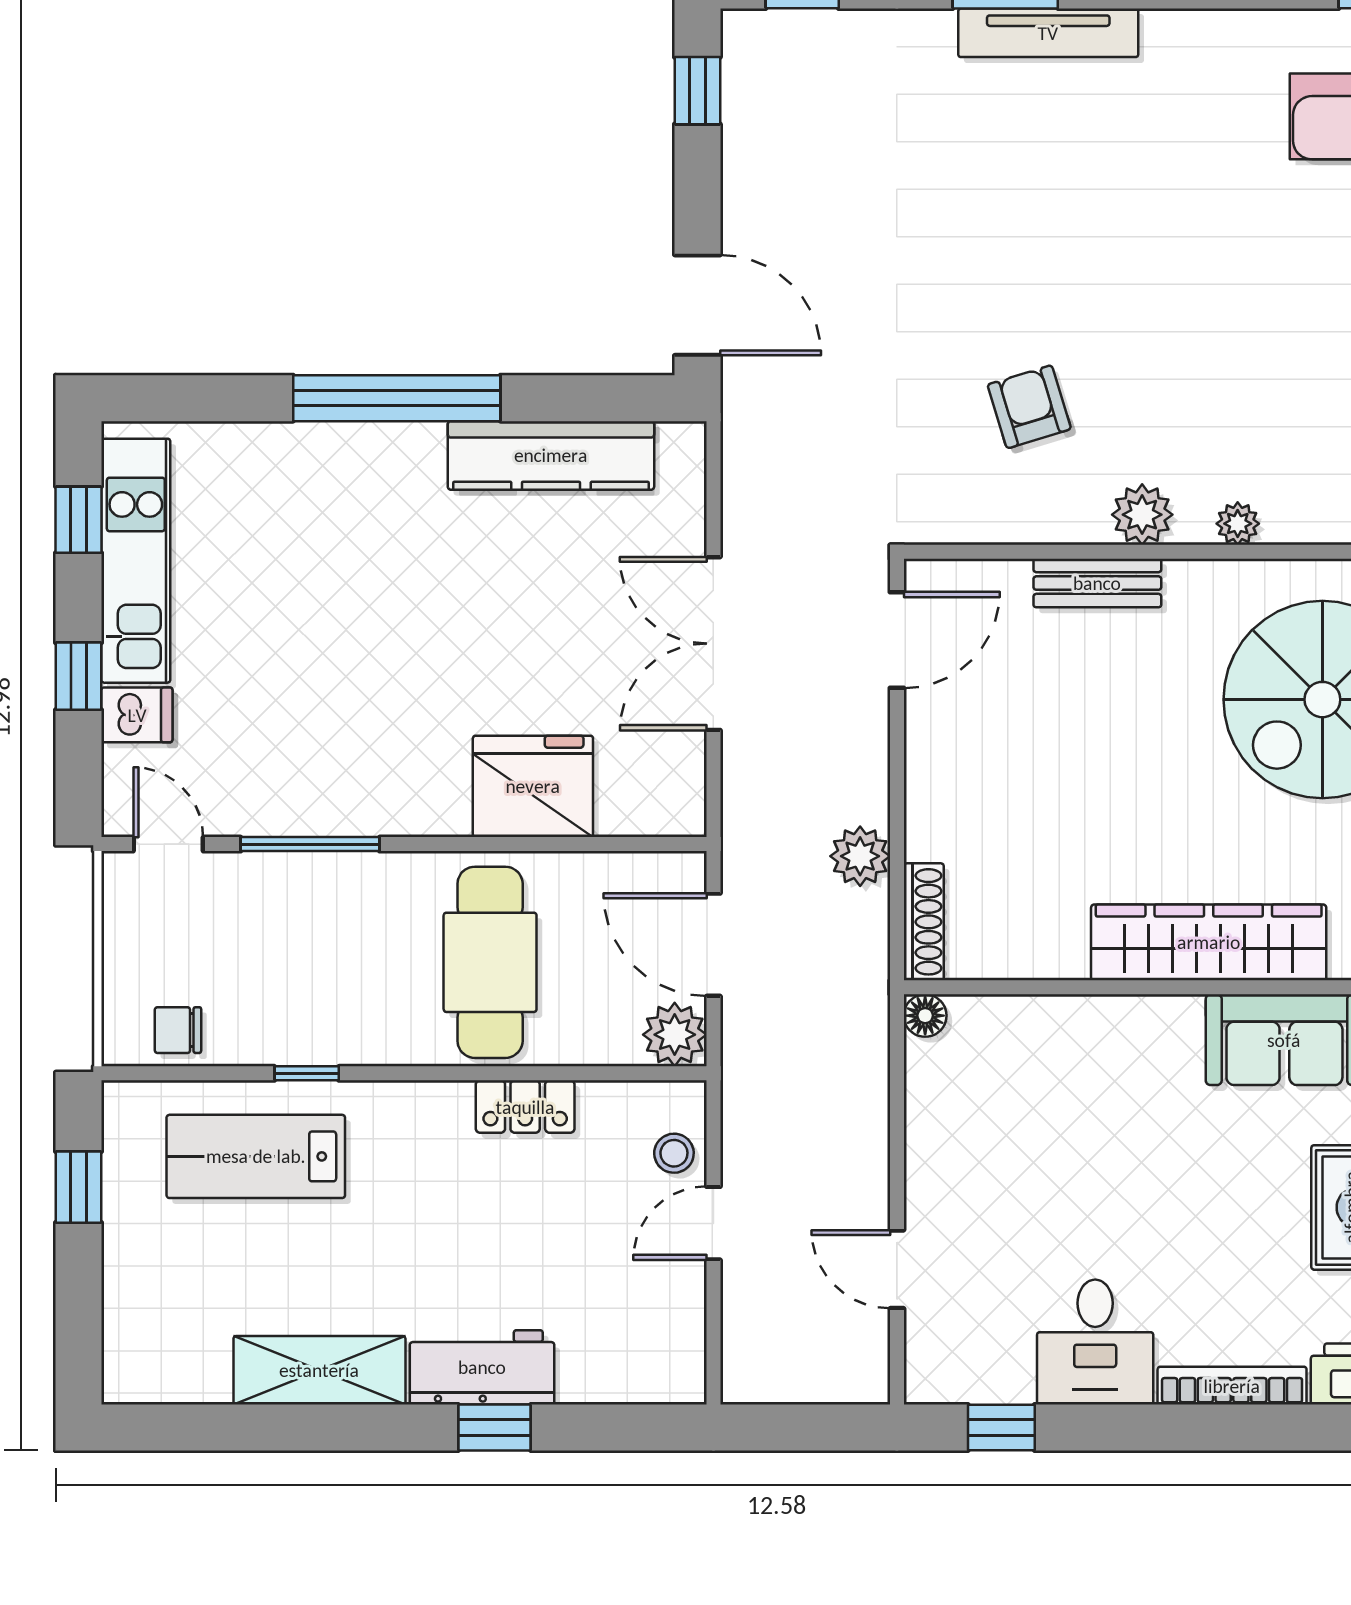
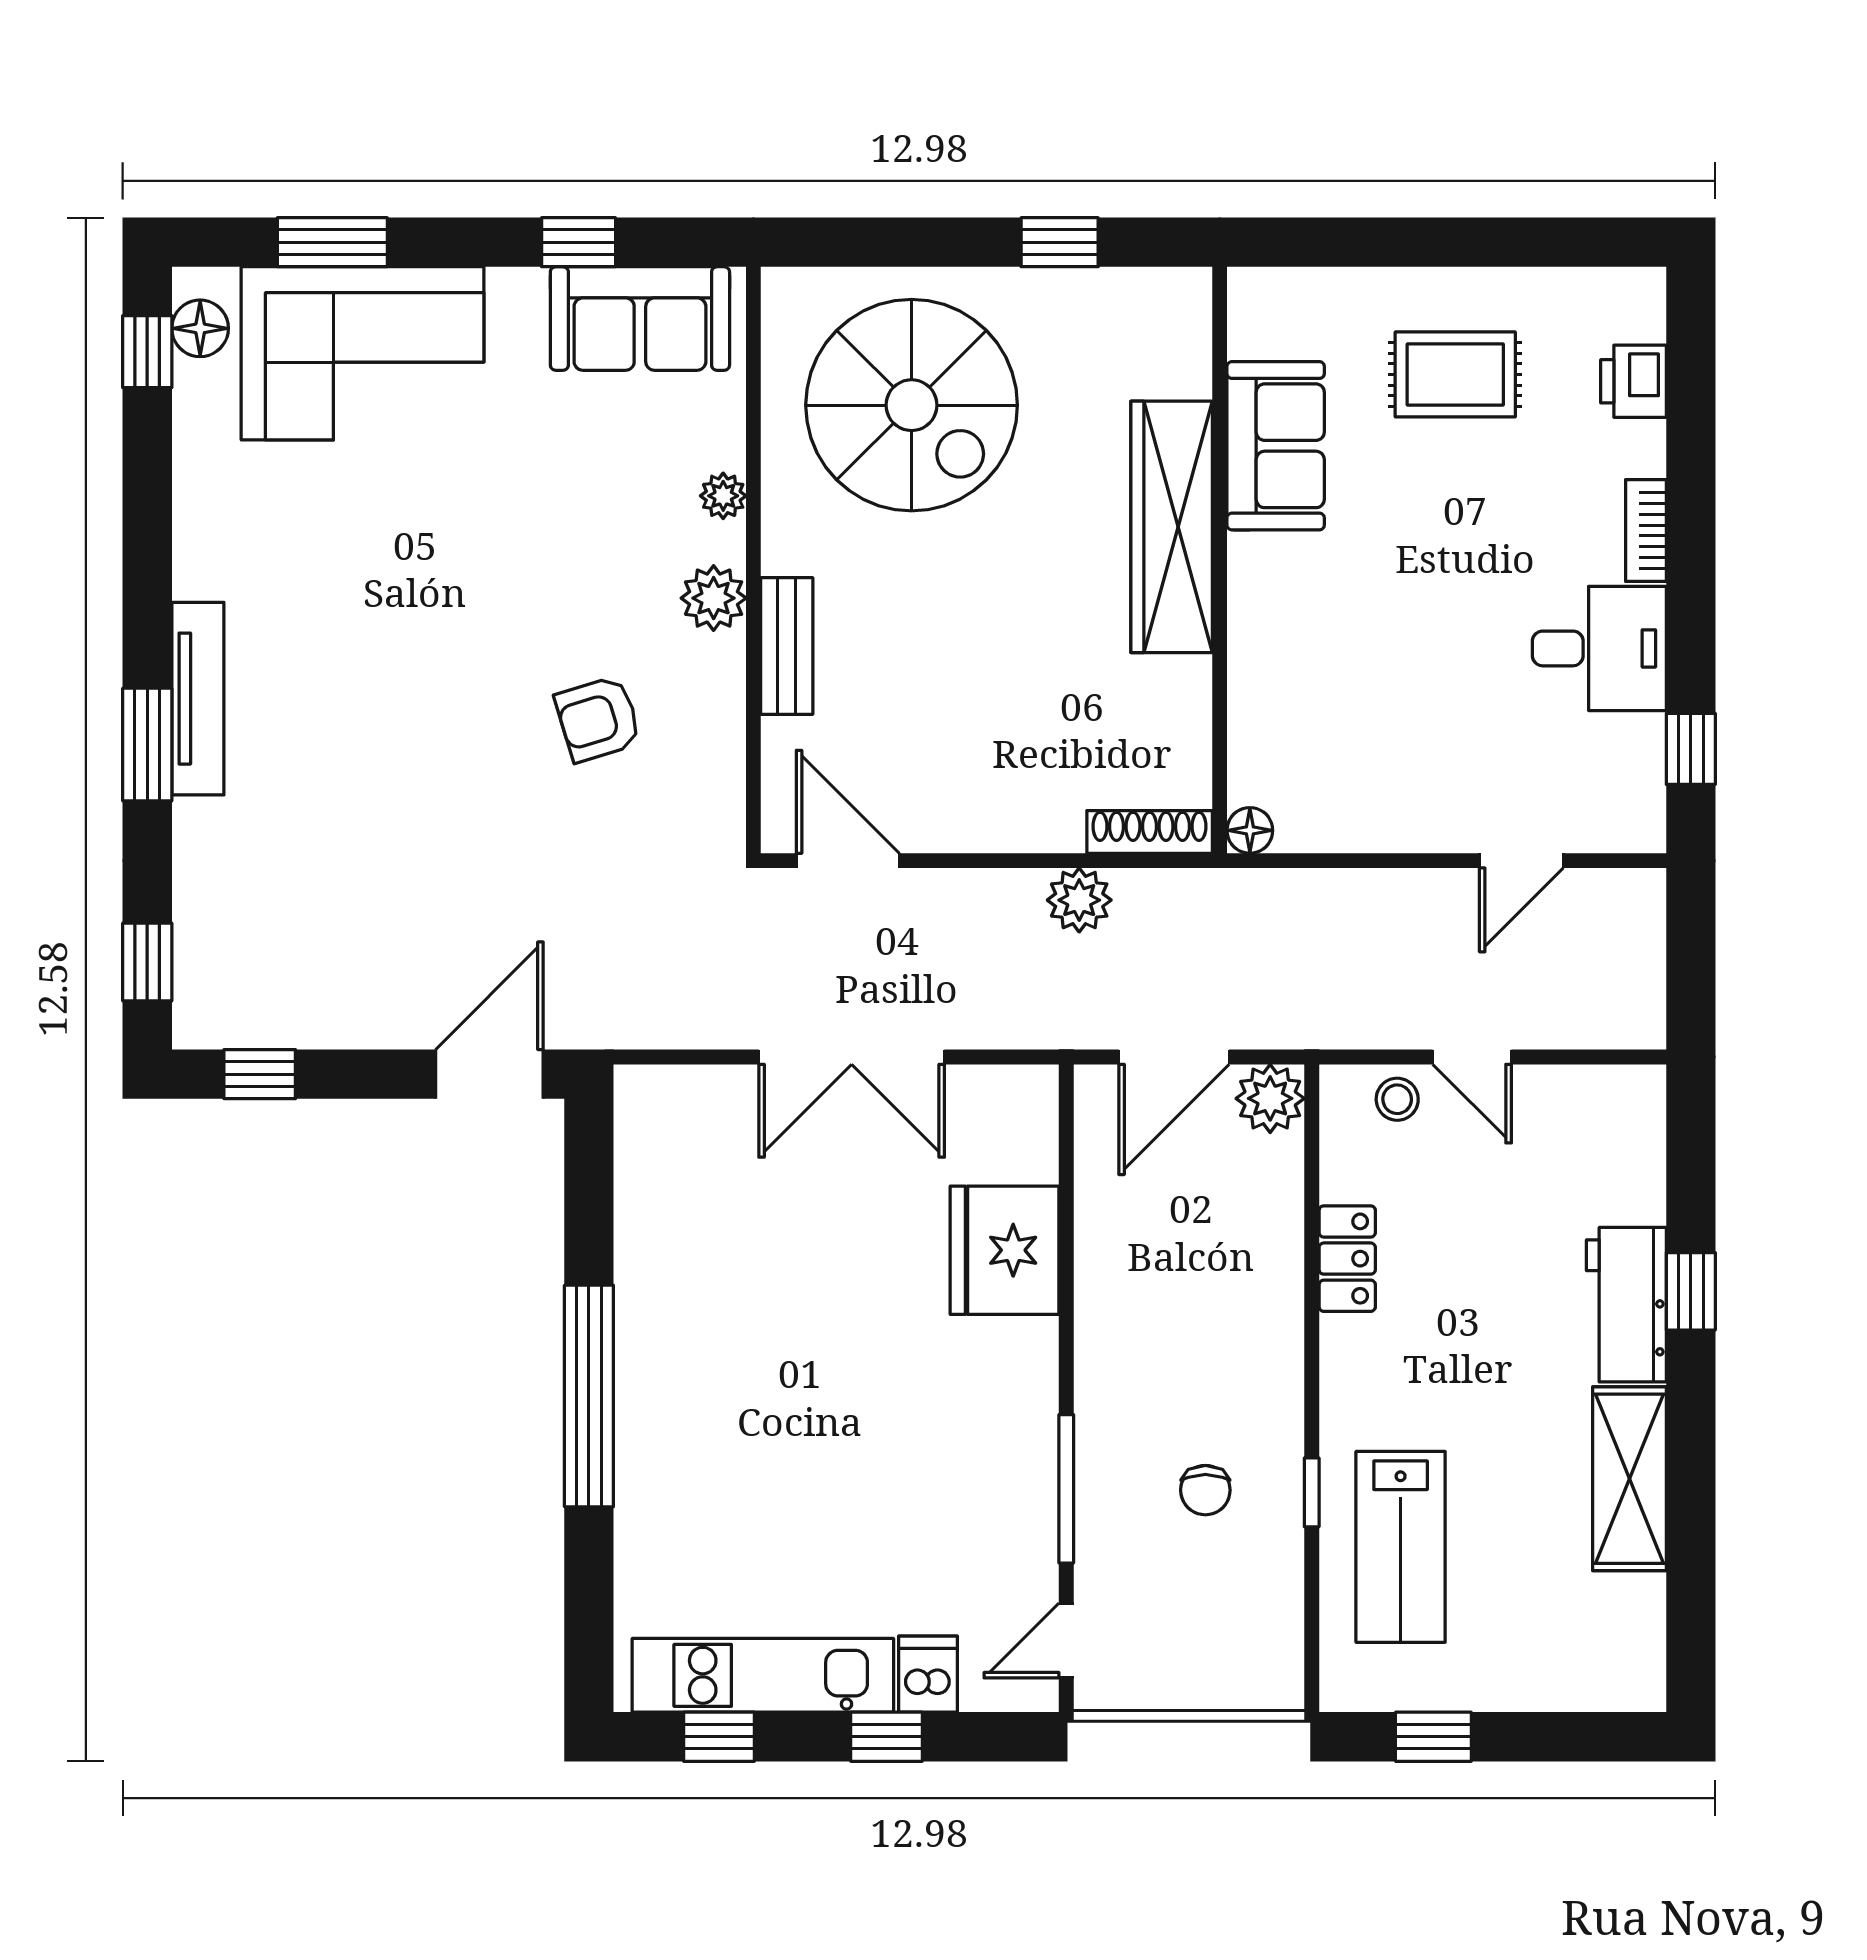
kitchen counter: (551, 455) -> (650, 1231), removed
cafe table: (490, 962) -> (1193, 1296), removed
chair: (178, 1030) -> (1205, 1490), moved
bookcase: (1232, 1386) -> (1646, 530), width x0.64

